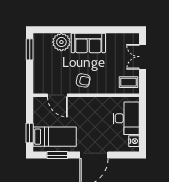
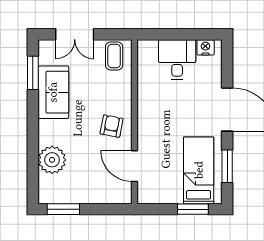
window: (118, 30) -> (33, 73), added
sofa: (88, 43) -> (53, 92), moved
door: (57, 95) -> (134, 166), swing flipped
desk: (126, 118) -> (177, 60), width x0.73

